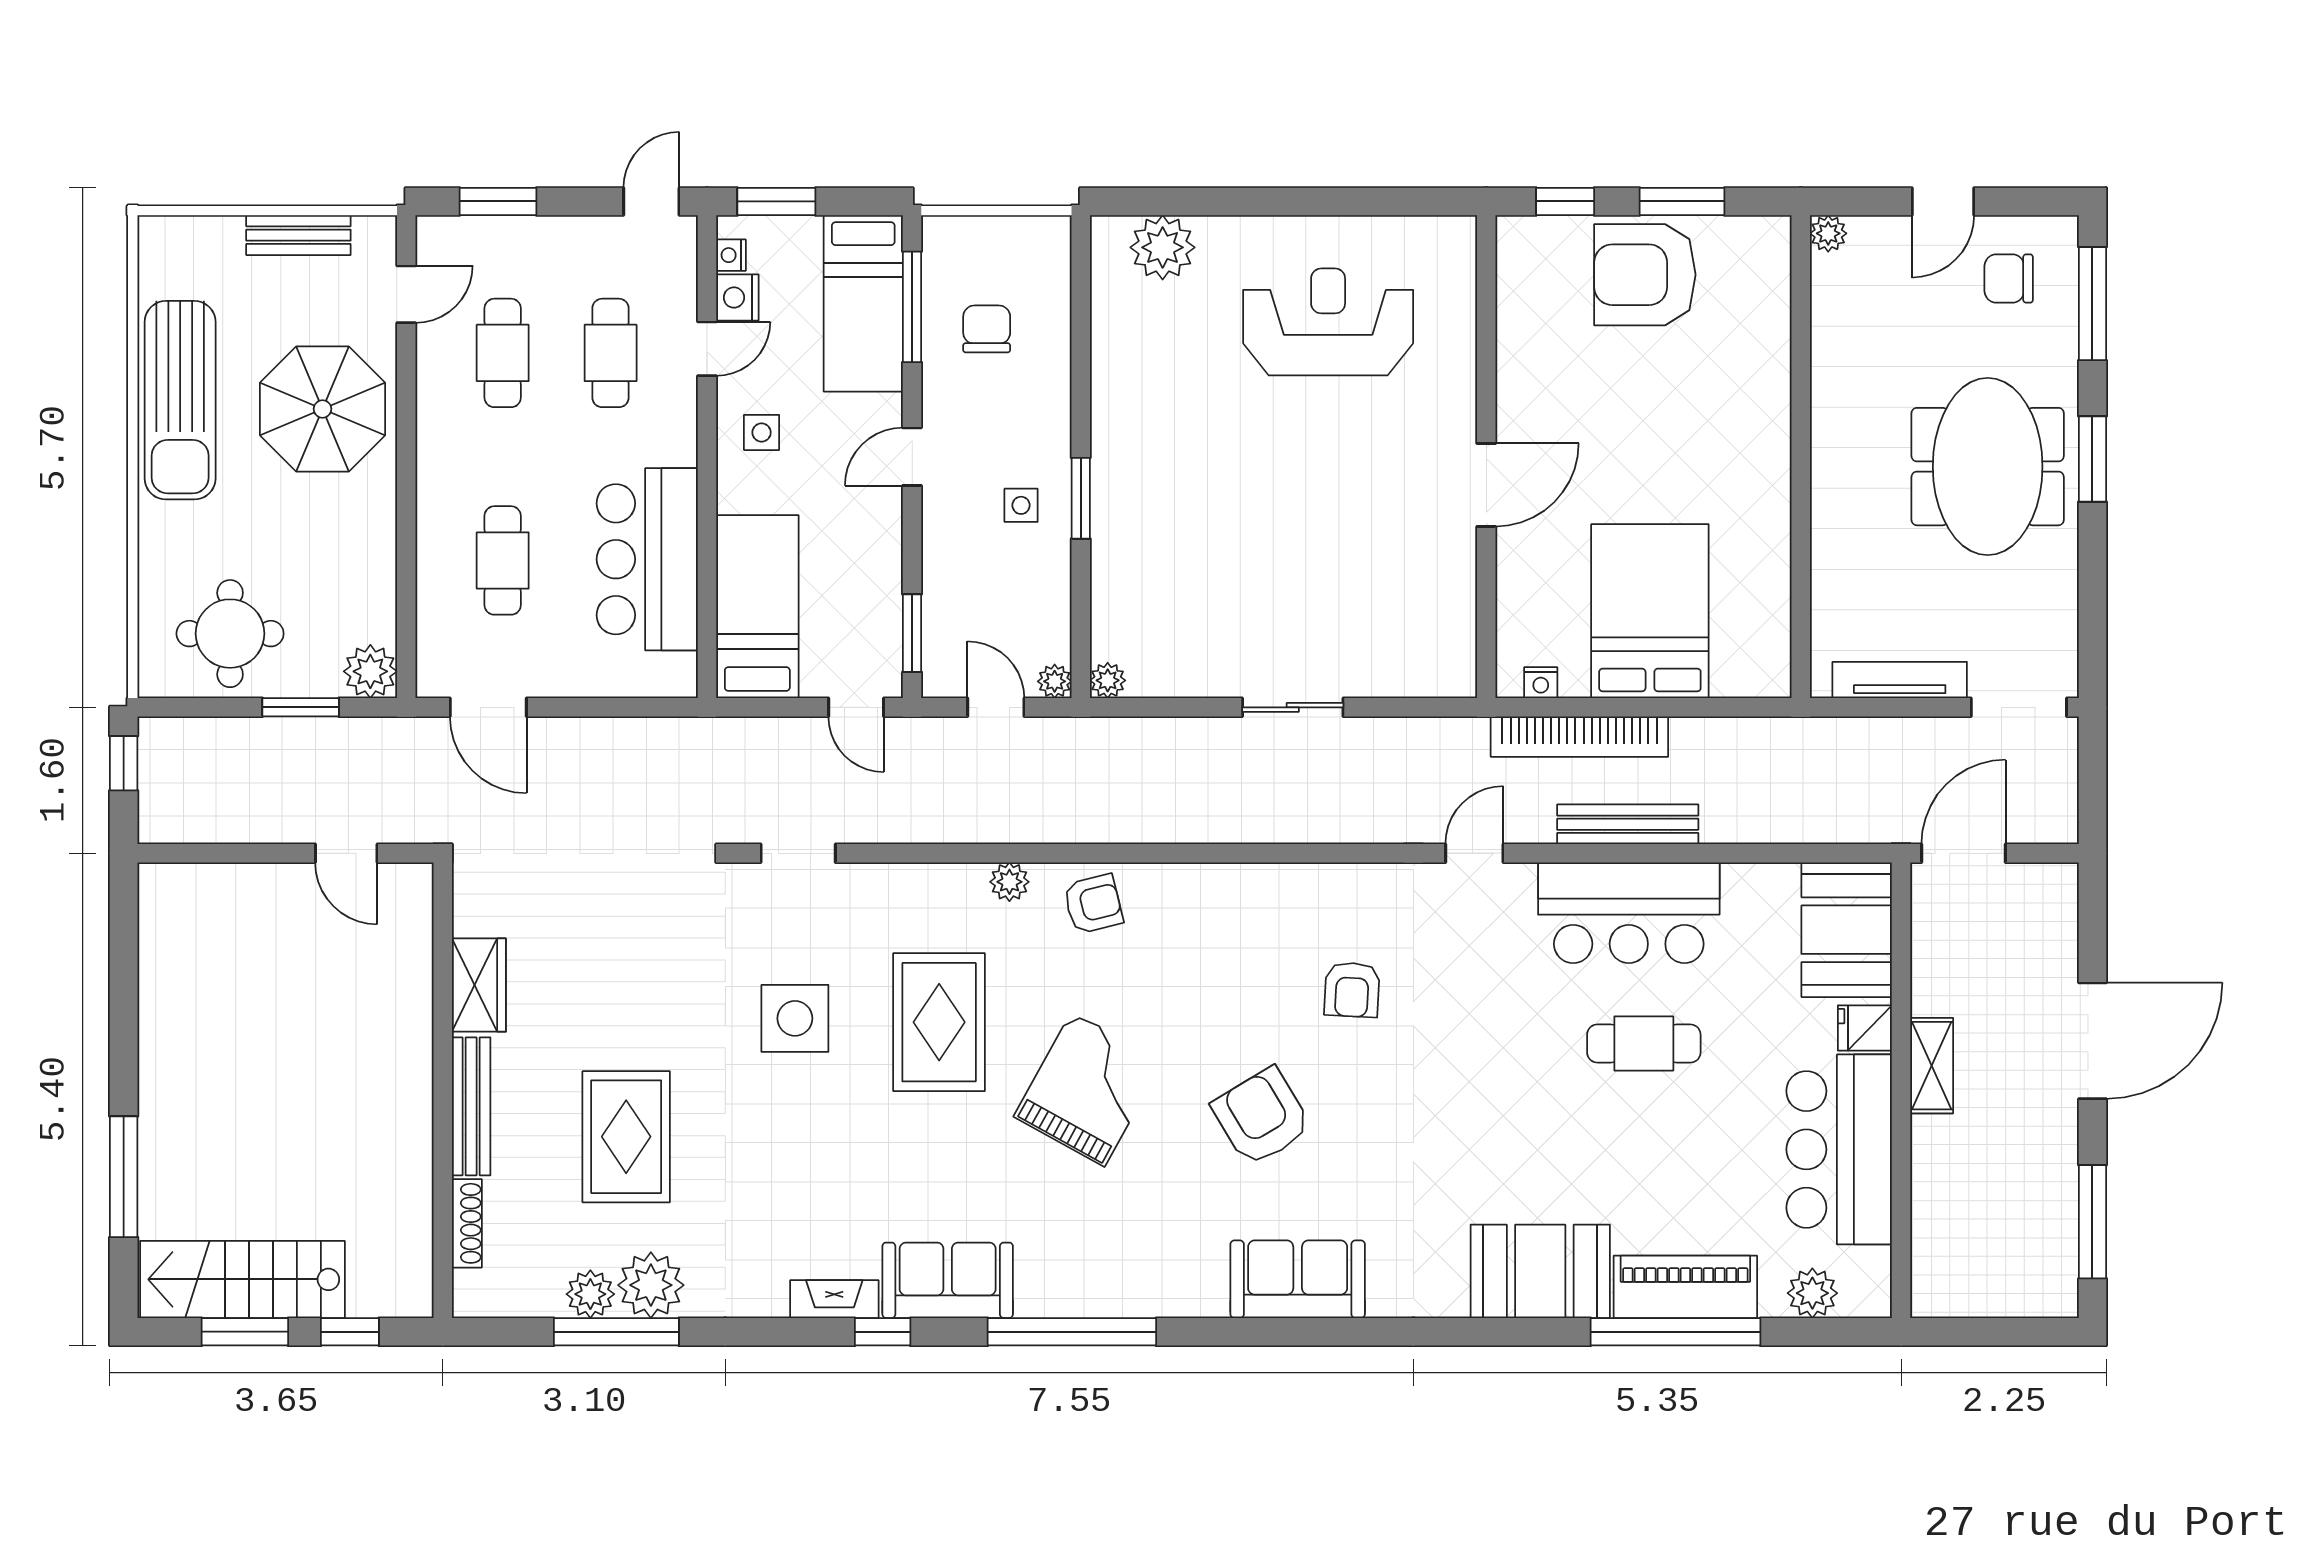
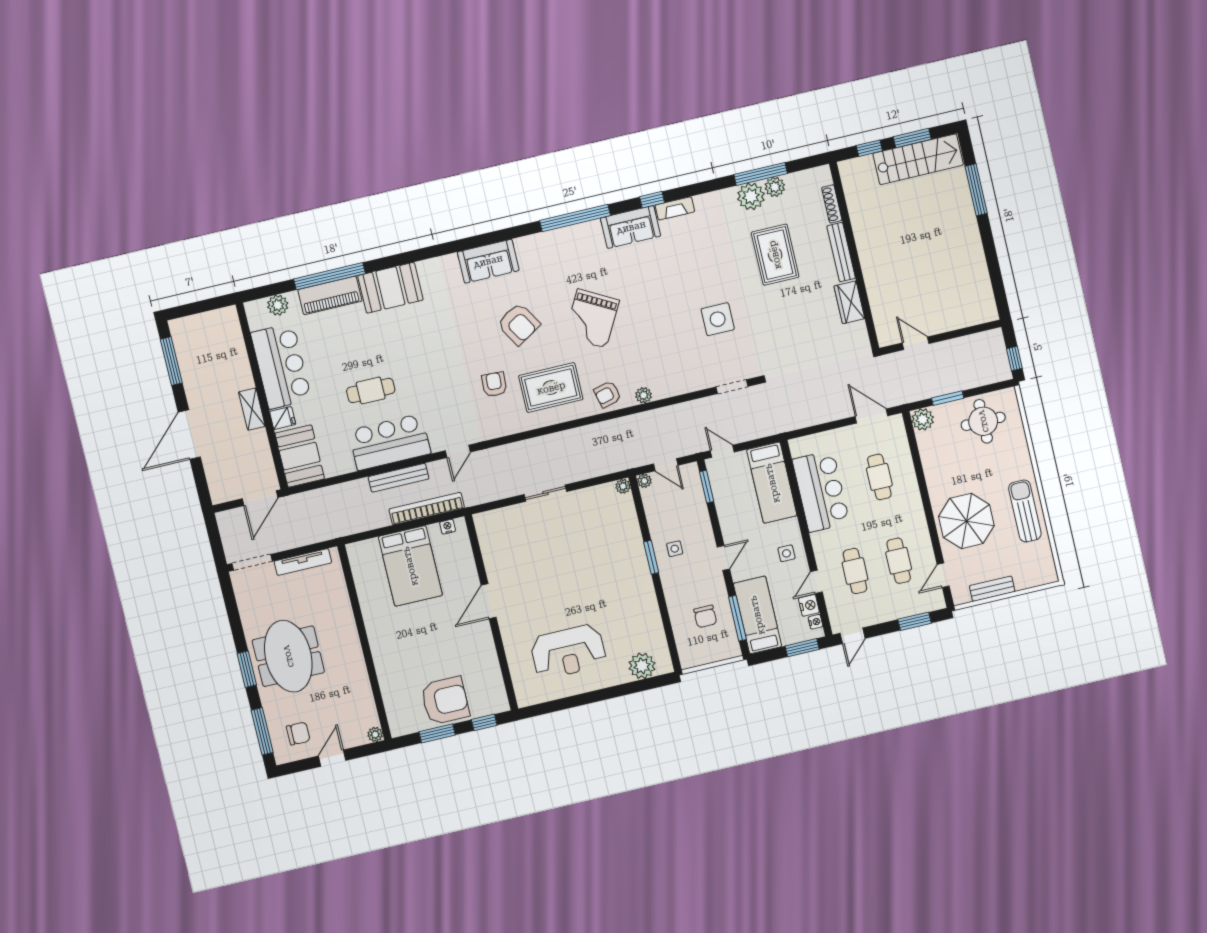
sun lounger: (180, 400) -> (1025, 511), width x0.73, depth x0.75
rug: (939, 1022) -> (551, 388), moved, turned 90

